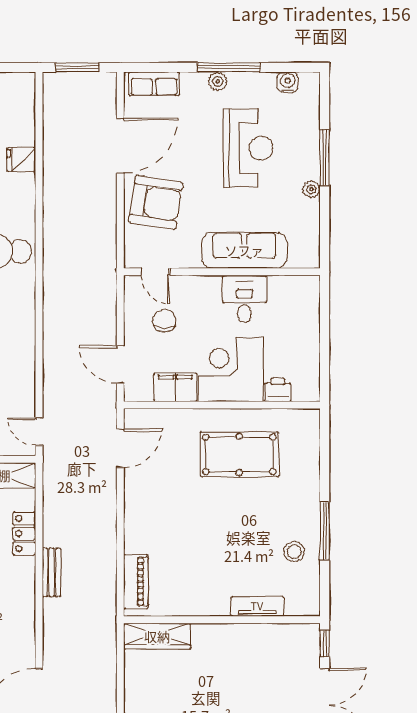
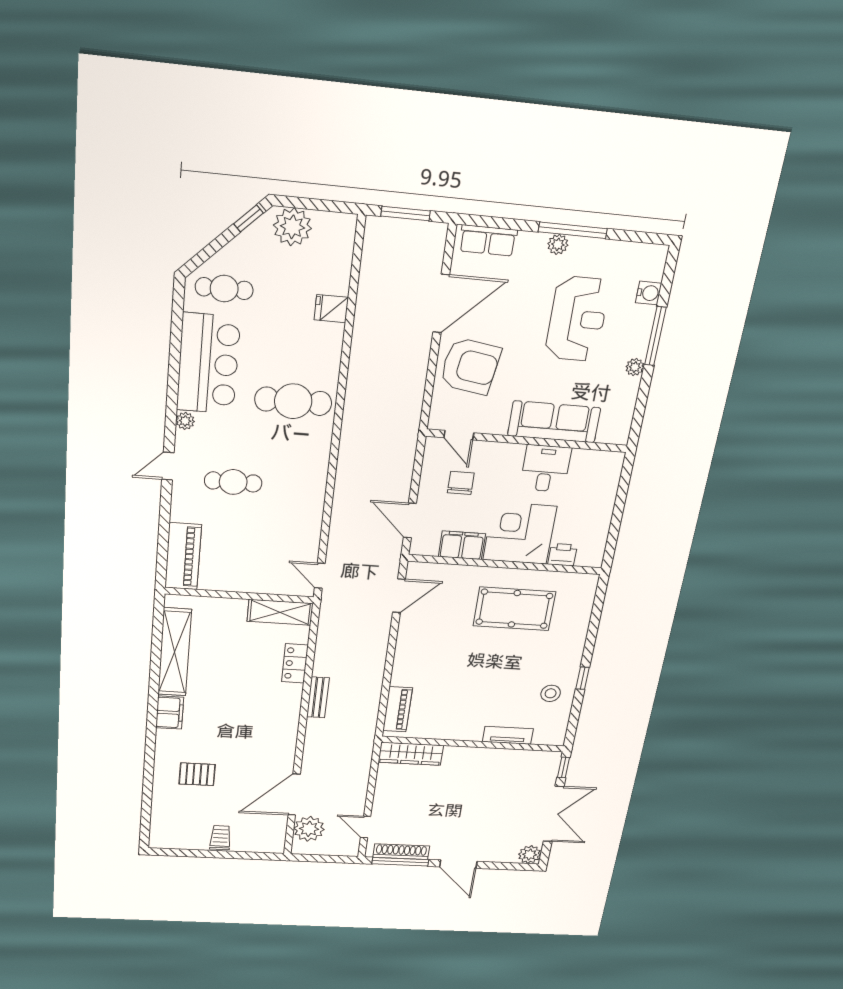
water cooler: (288, 82) -> (649, 293), moved, turned 90
window: (325, 531) -> (583, 678), width x0.46

